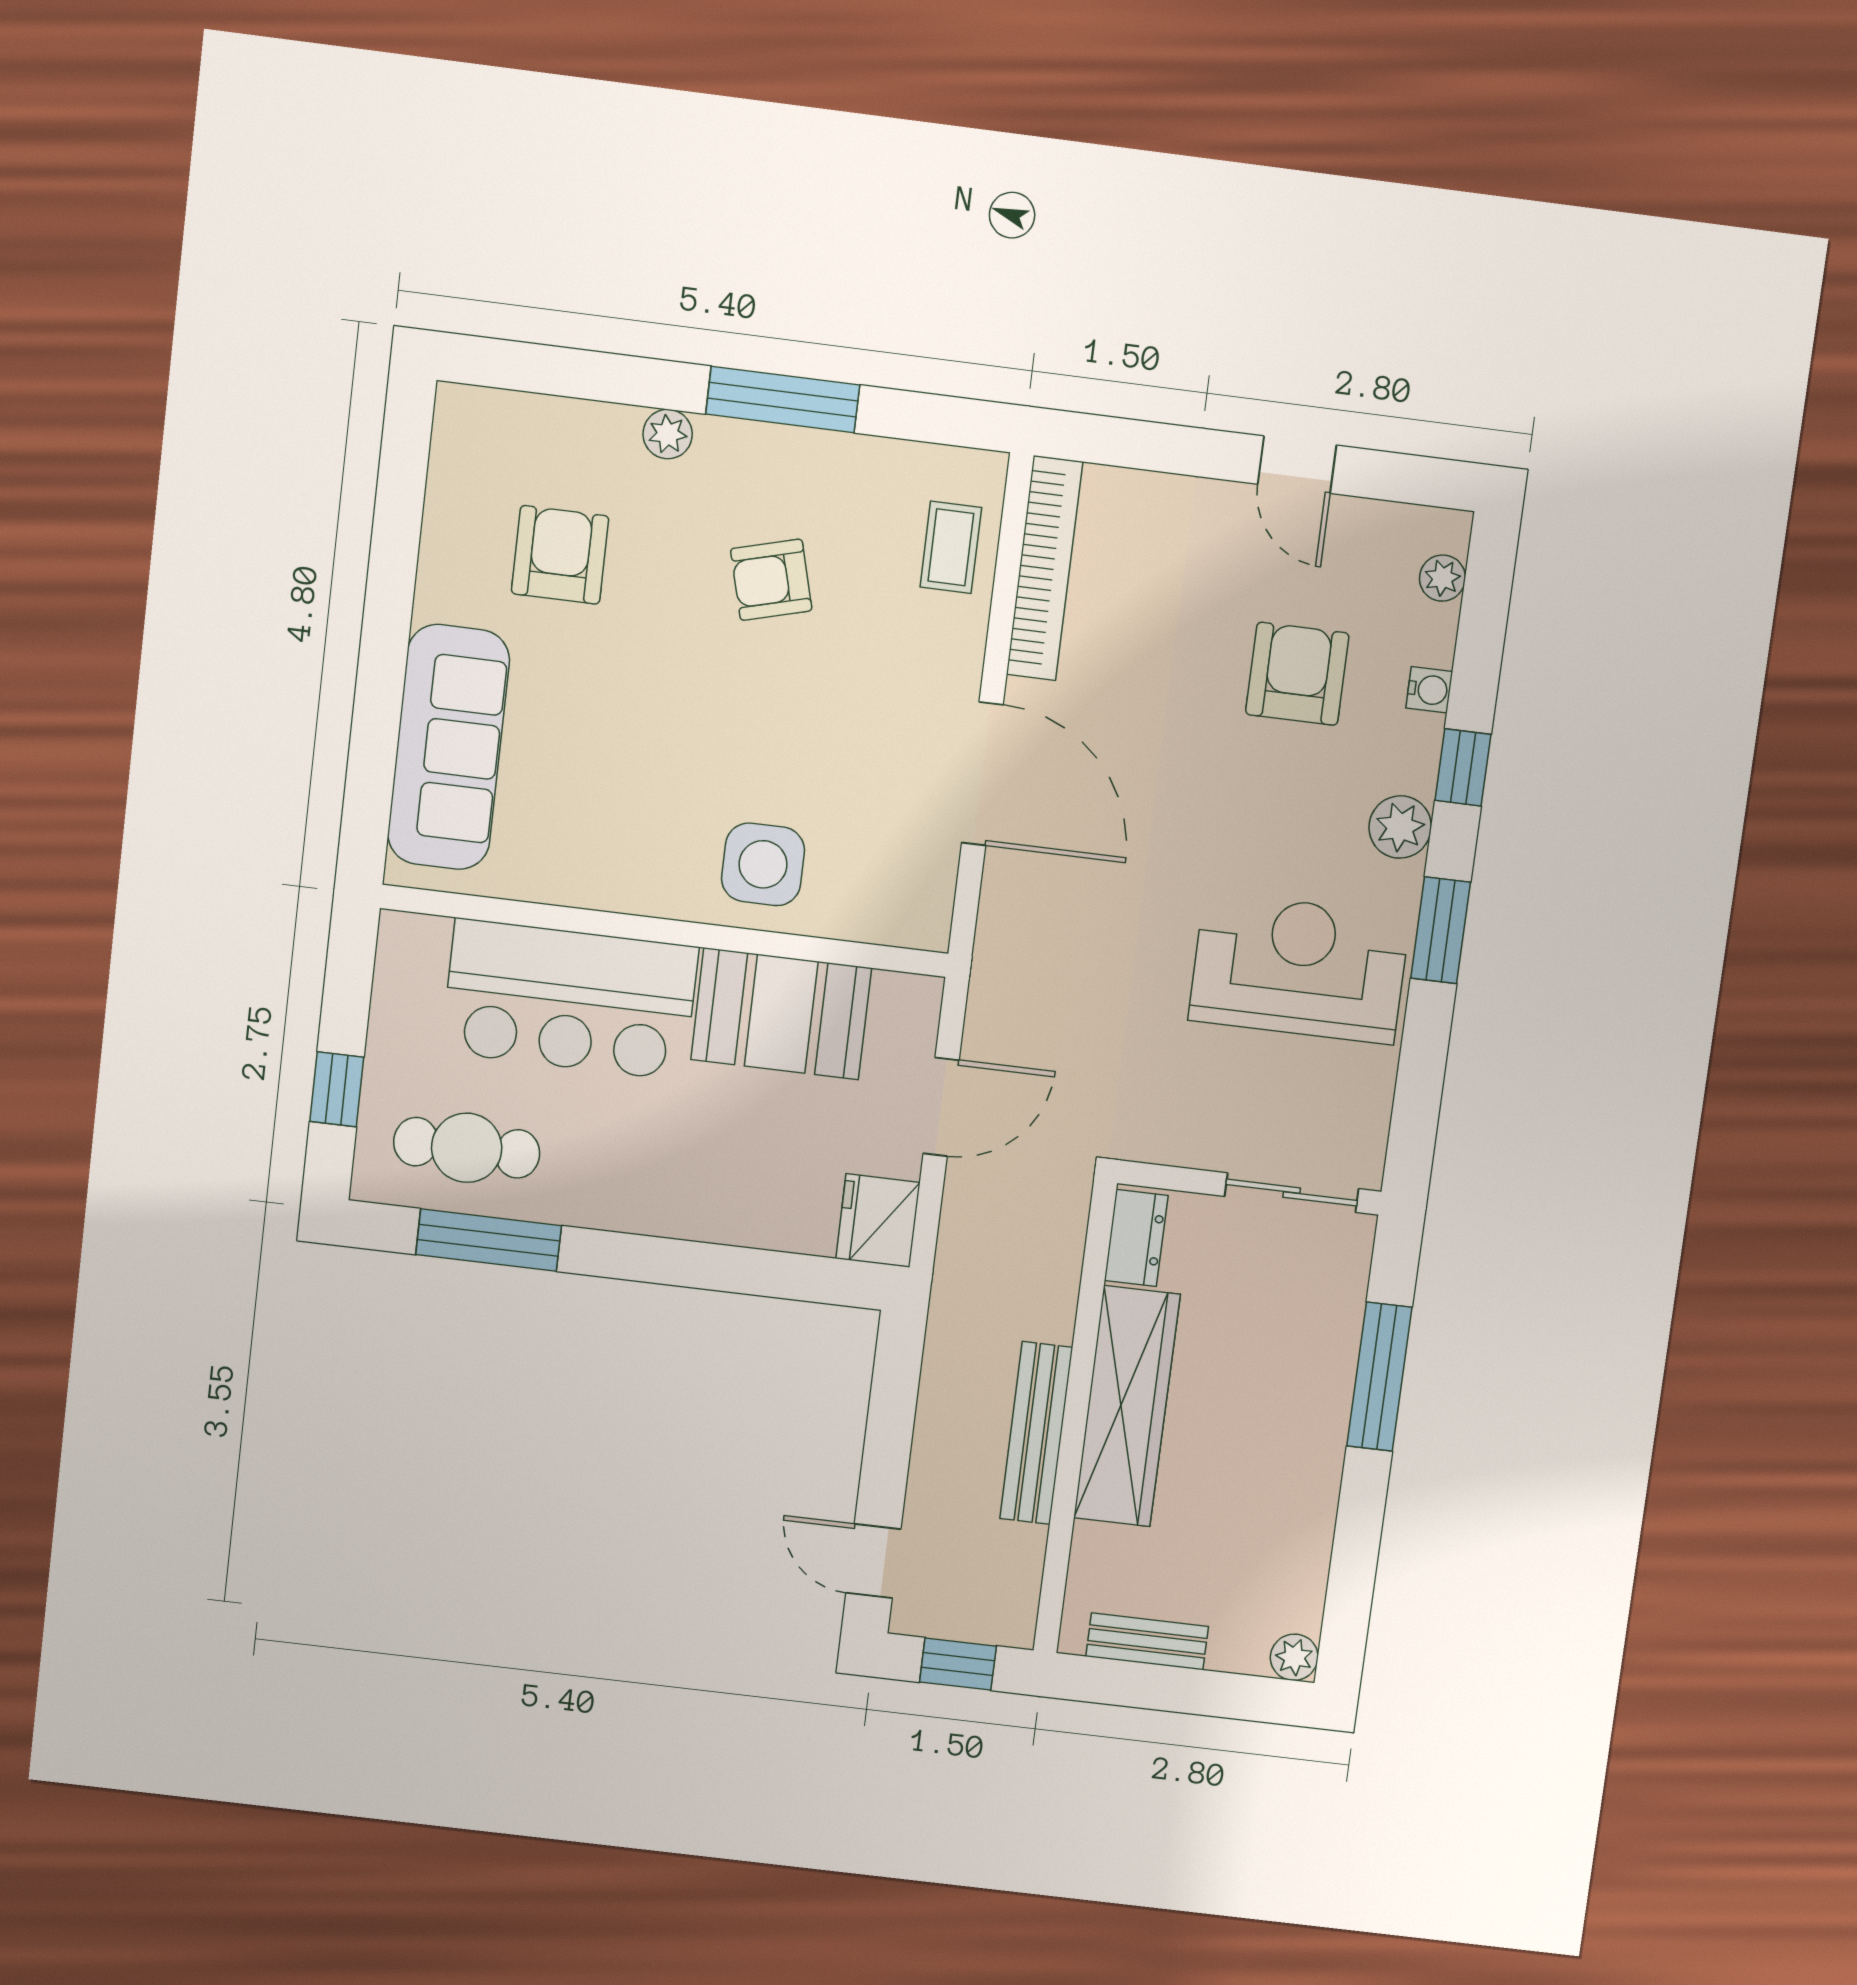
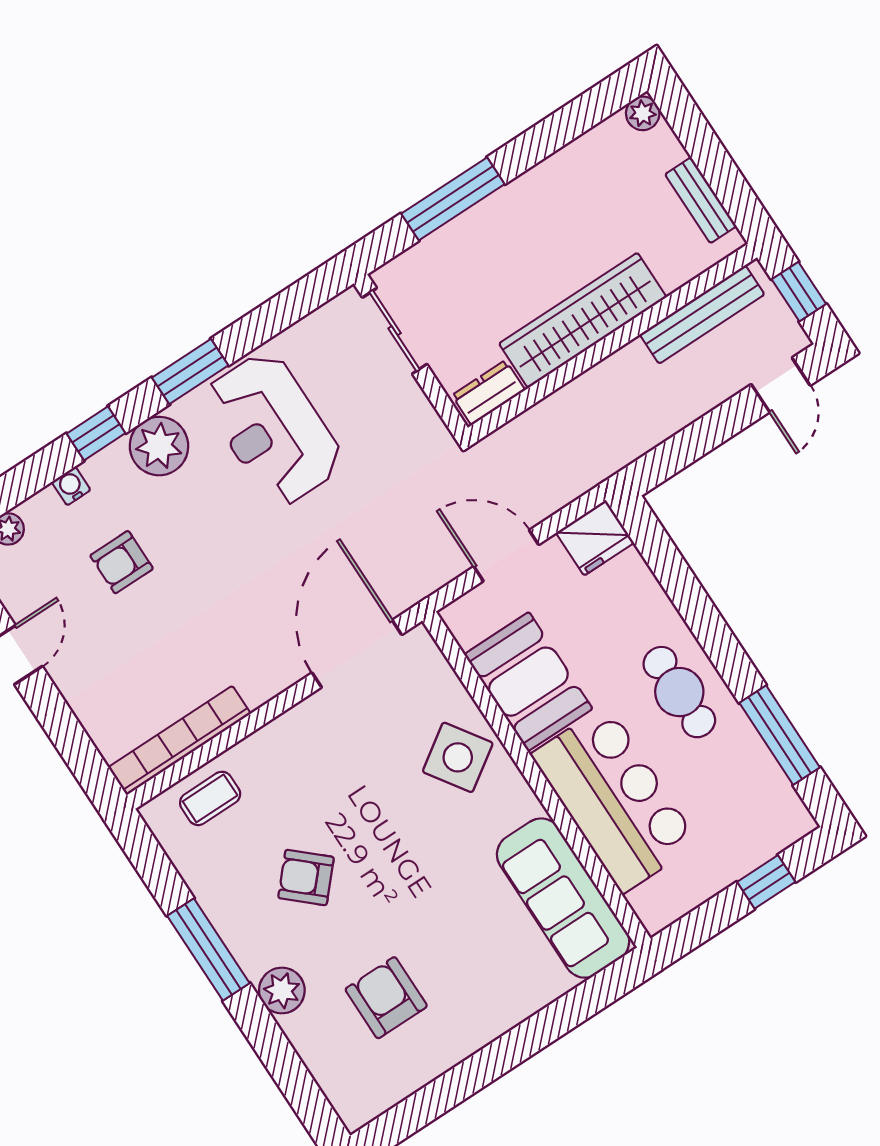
plant: (668, 434) -> (282, 990), width x1.38, depth x1.38
armchair: (560, 555) -> (386, 998), turned 90
armchair: (771, 580) -> (306, 878), turned 147
armchair: (1297, 674) -> (122, 562), width x0.72, depth x0.72
sofa: (448, 747) -> (563, 898), moved, turned -90
door: (982, 774) -> (357, 654), moved
plant: (1400, 827) -> (159, 446), width x1.36, depth x1.36
side table: (763, 864) -> (458, 757), turned -34
cafe table: (467, 1148) -> (679, 692), moved
bench: (1036, 1433) -> (702, 314), moved

